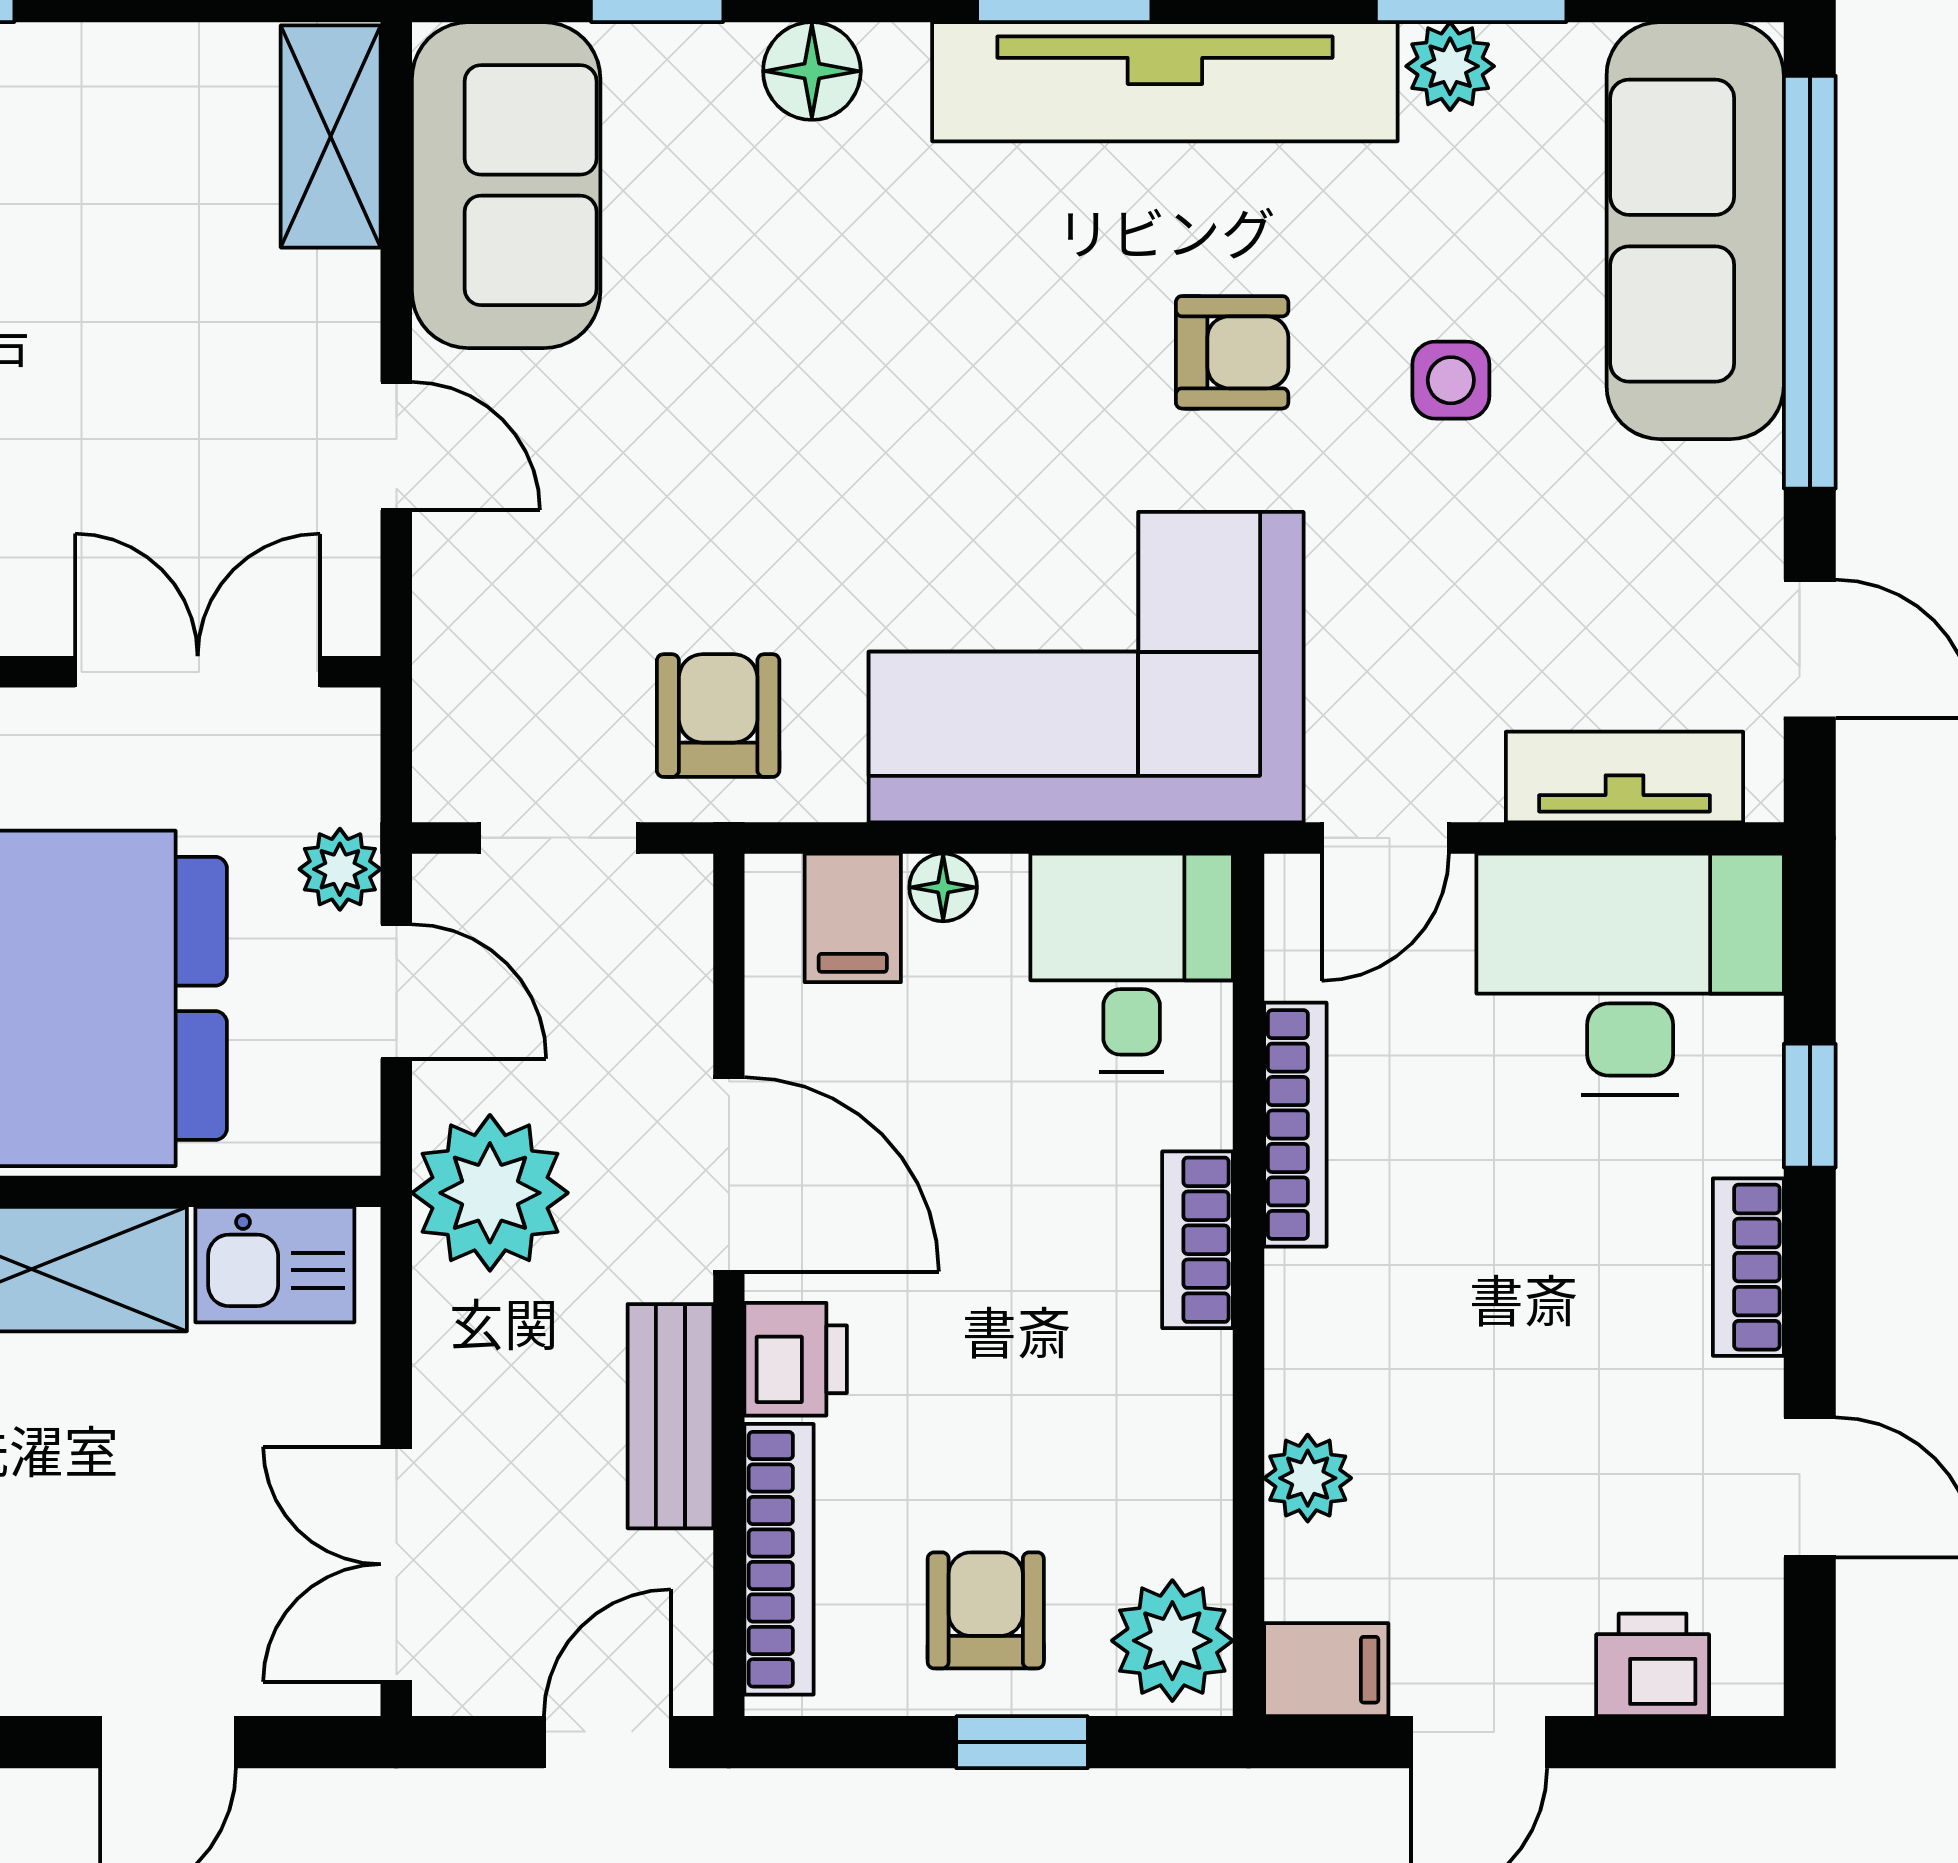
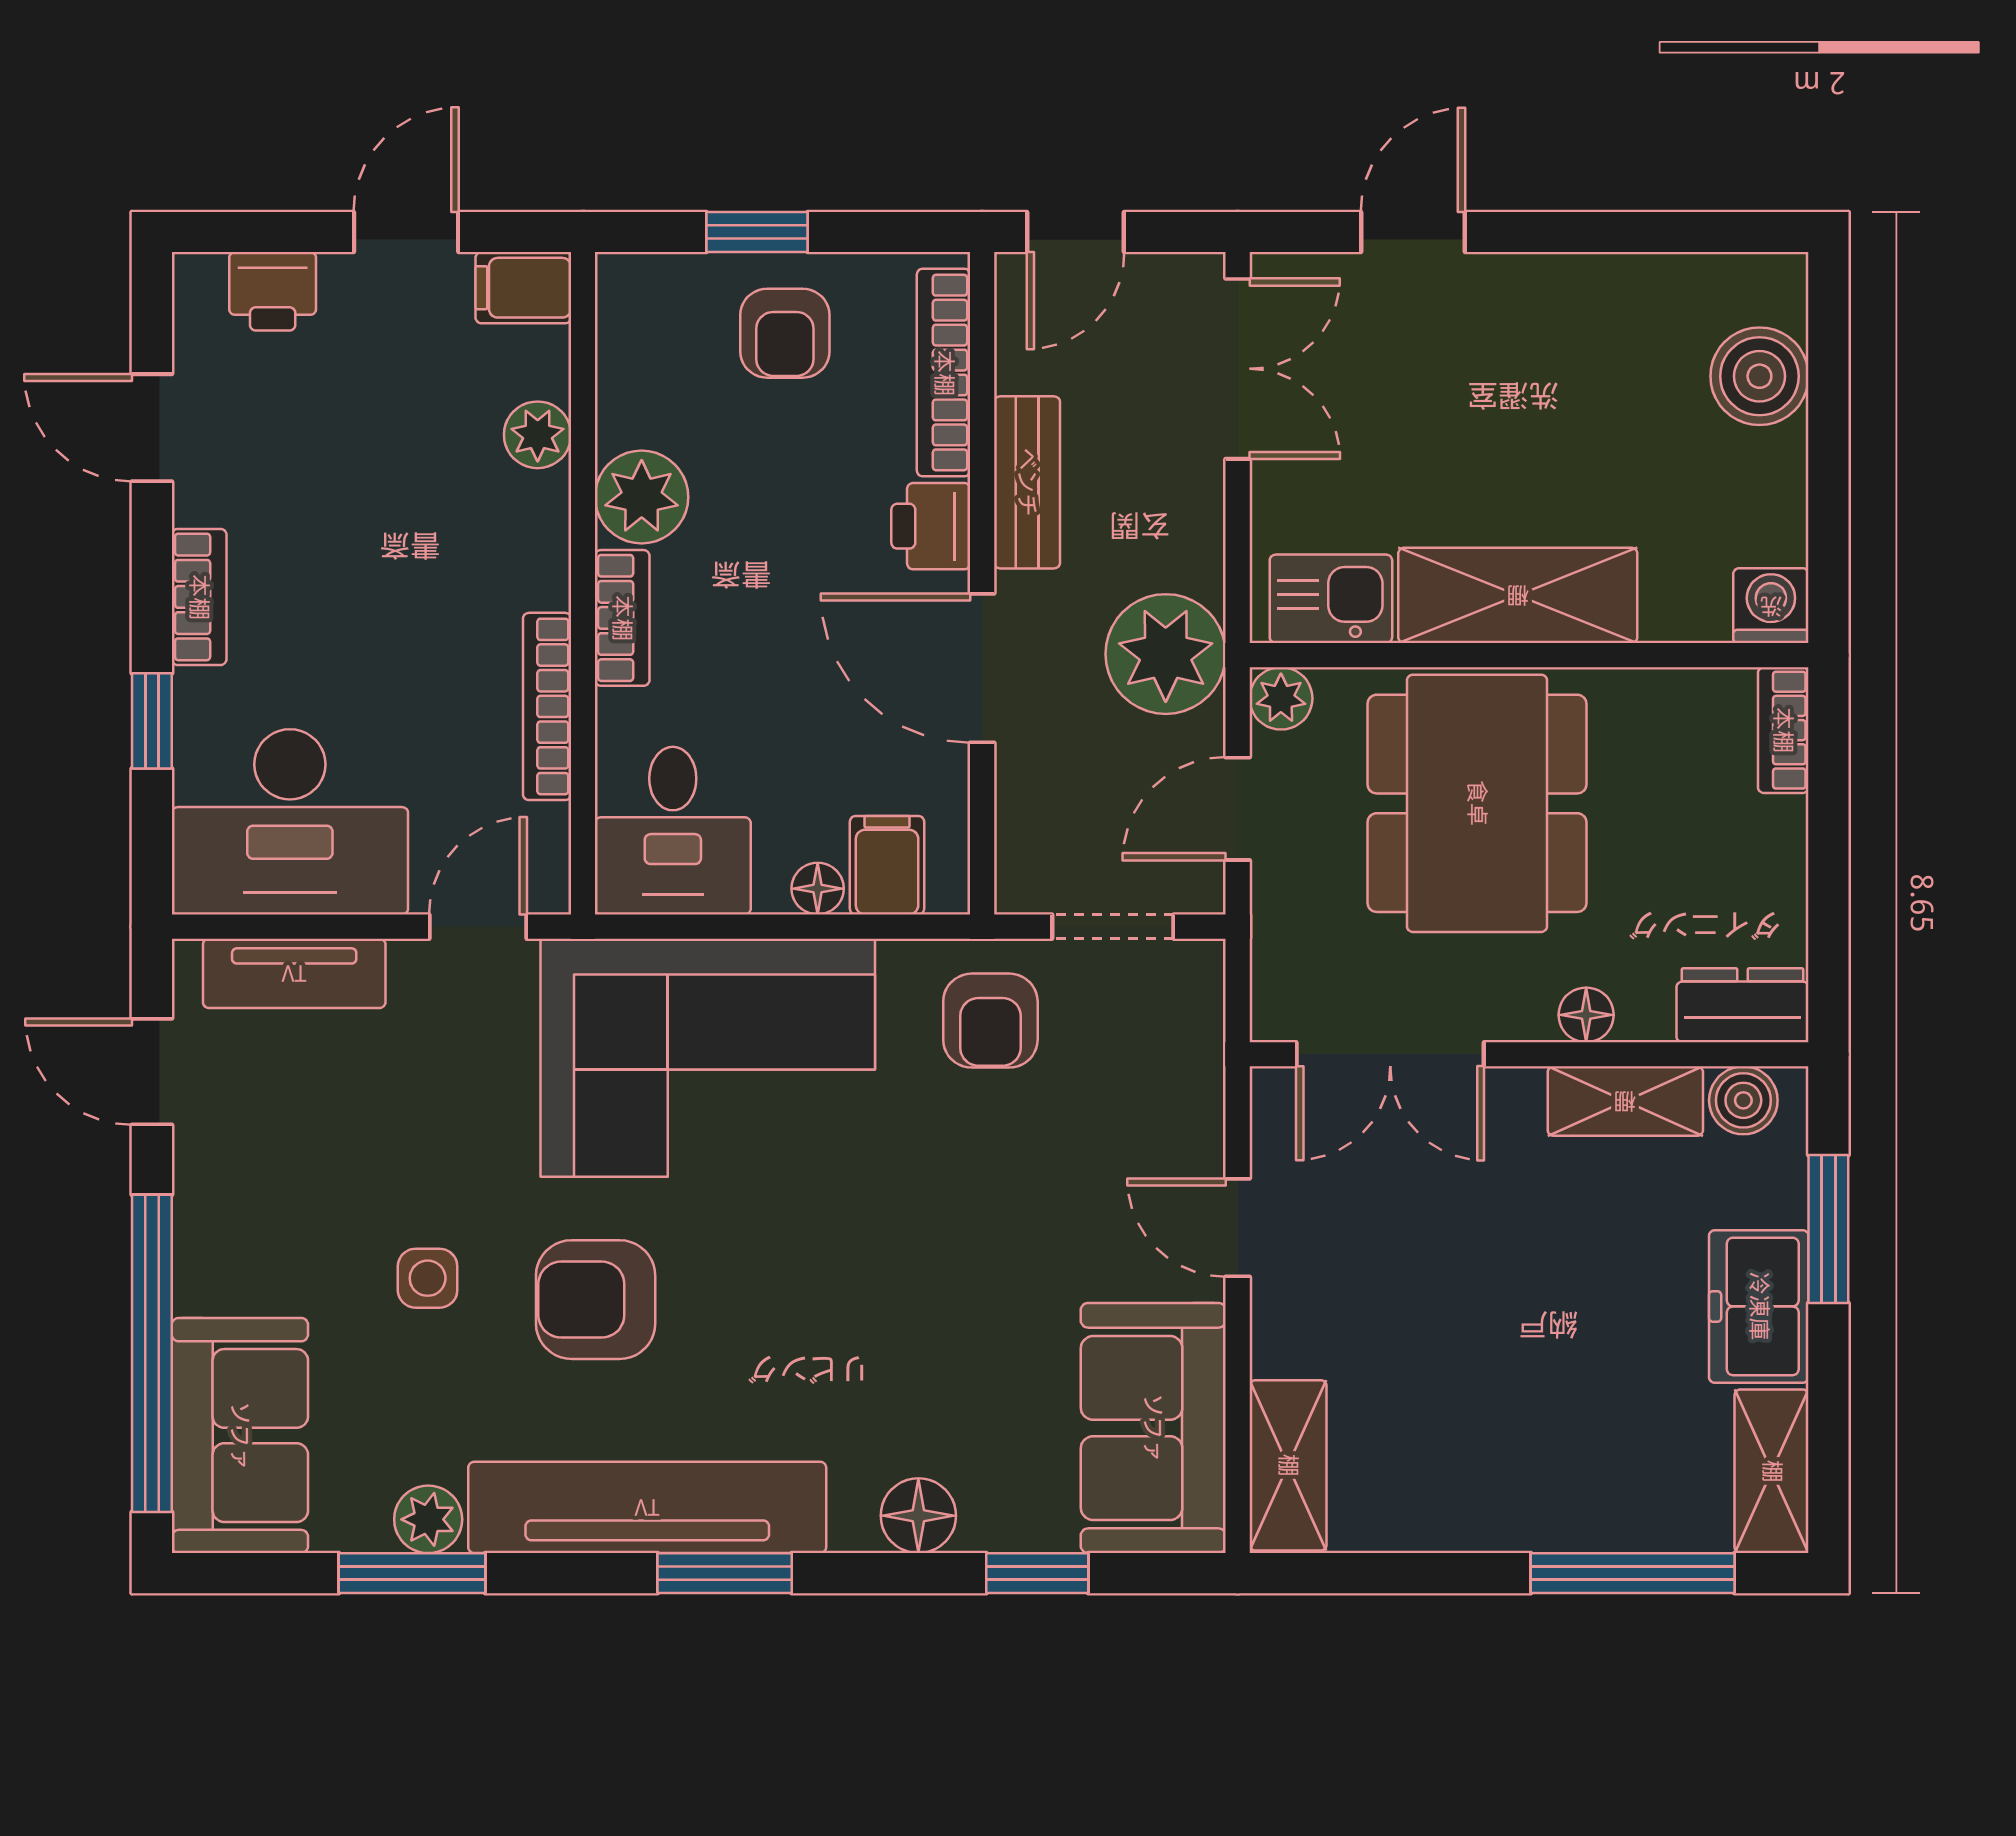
sofa: (1695, 231) -> (240, 1436), width x0.73
armchair: (1232, 352) -> (596, 1300), width x1.38, depth x1.38
plant: (340, 869) -> (1281, 698), moved
door: (396, 991) -> (1238, 809), hinge flipped
plant: (1172, 1641) -> (642, 497), moved

